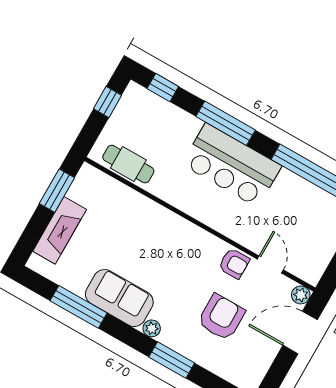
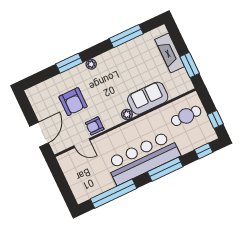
cafe table: (128, 164) -> (186, 116), moved
bar counter: (232, 165) -> (143, 158), width x1.36
plant: (301, 295) -> (127, 114), moved
sofa: (119, 298) -> (148, 98), moved, turned 180

